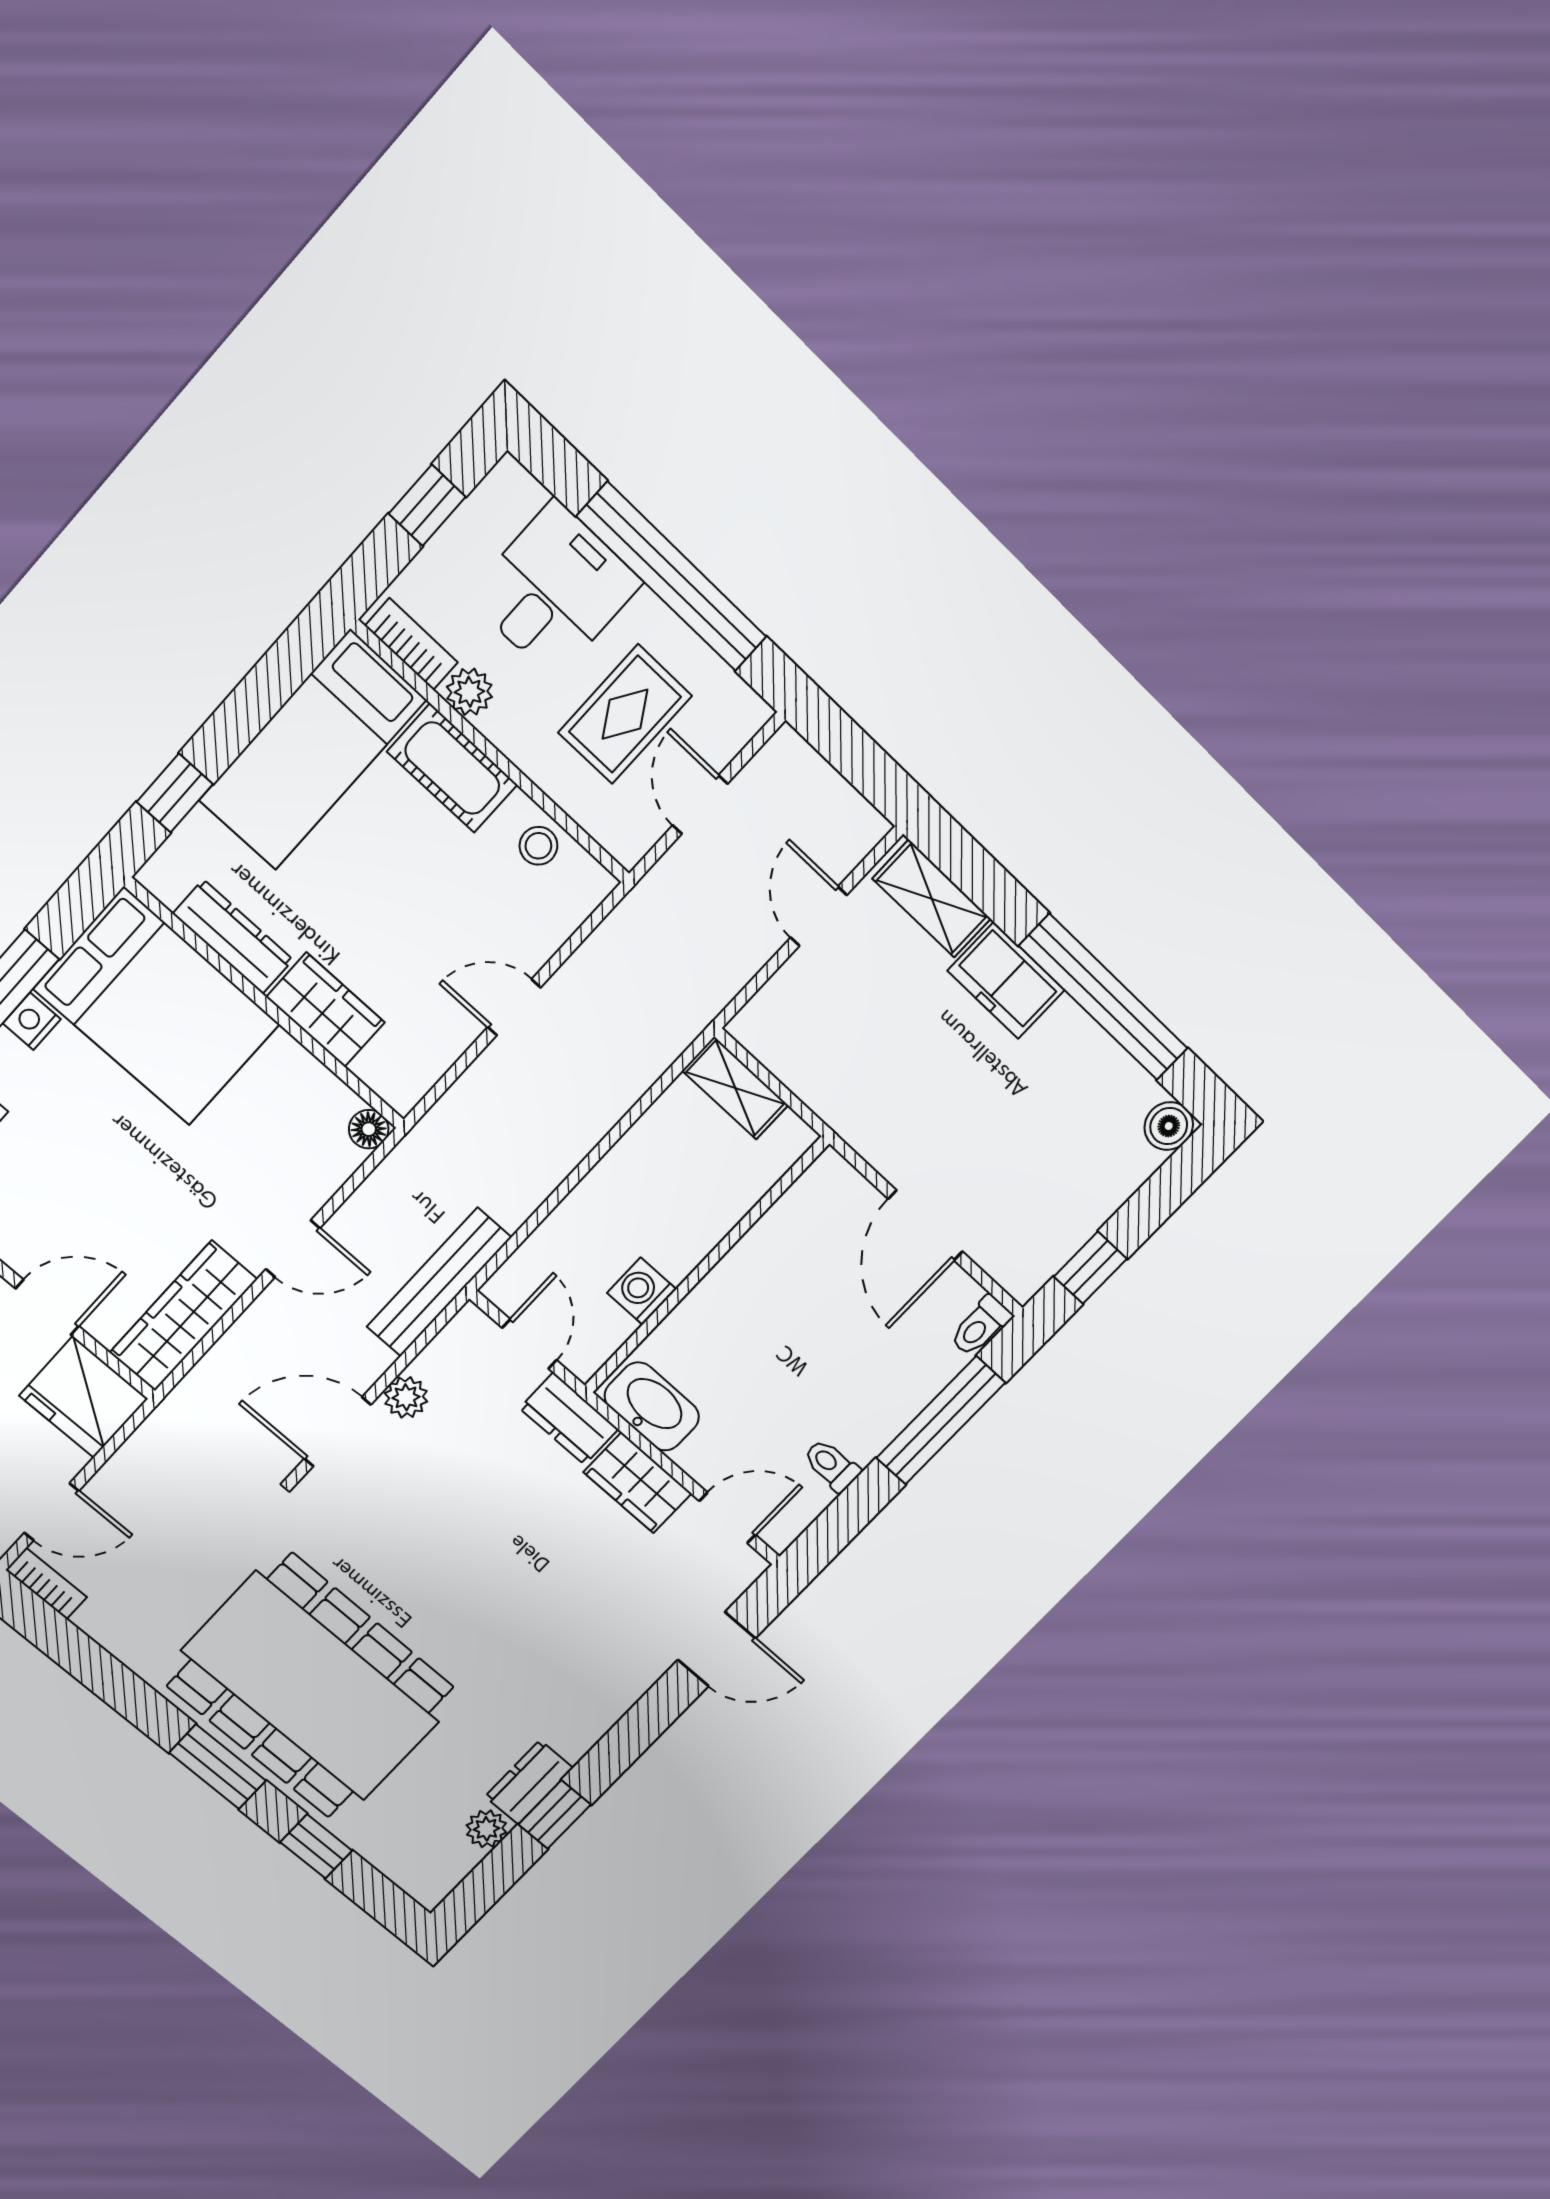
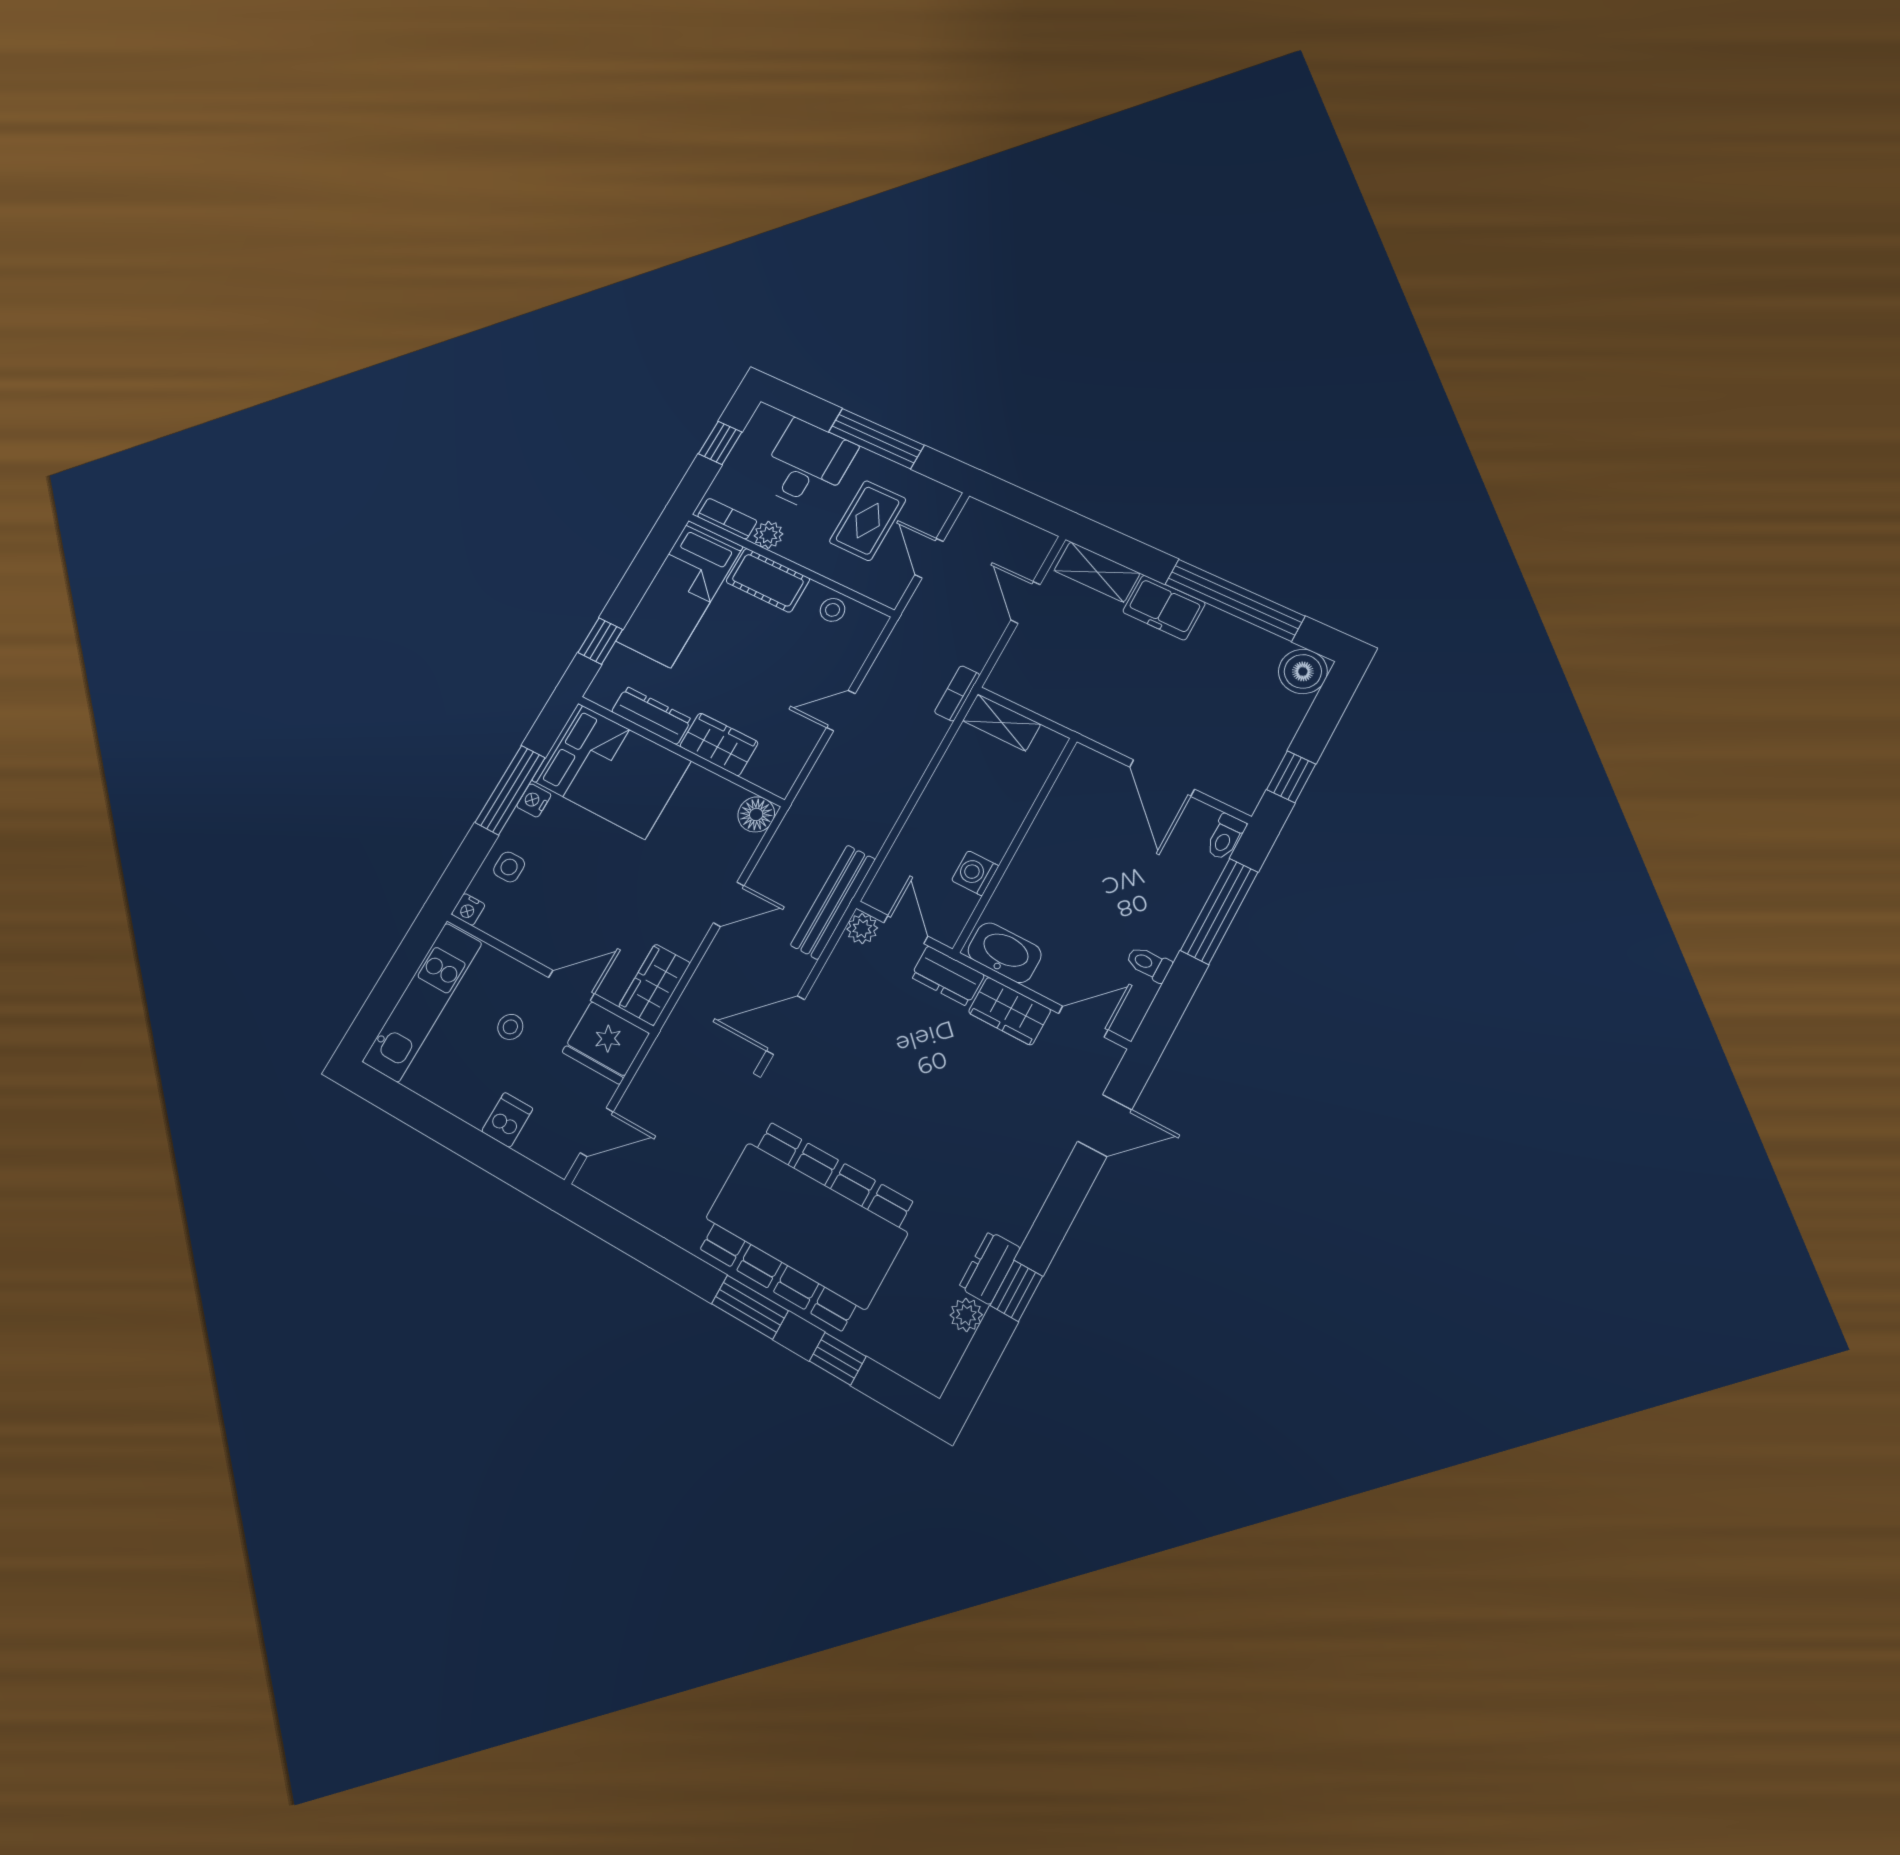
window: (672, 577) -> (876, 438), width x0.68
boiler: (1169, 1126) -> (1303, 671), width x1.36, depth x1.36
floor lamp: (369, 1129) -> (756, 814), width x1.37, depth x1.37
wardrobe: (183, 1316) -> (654, 985), width x0.67
plant: (406, 1397) -> (862, 929), moved
bookcase: (46, 1584) -> (957, 693), moved, turned -90

